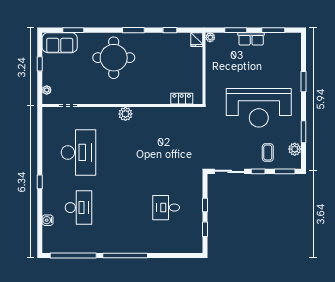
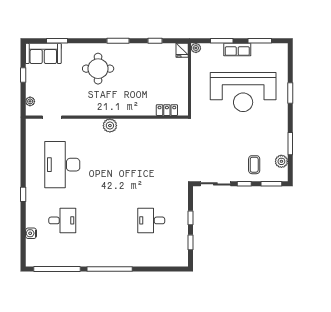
round table: (114, 58) -> (98, 69), width x0.73, depth x0.73
reception desk: (259, 108) -> (243, 92), moved
desk: (78, 152) -> (62, 165), turned 180
desk: (78, 208) -> (62, 220), width x0.73

